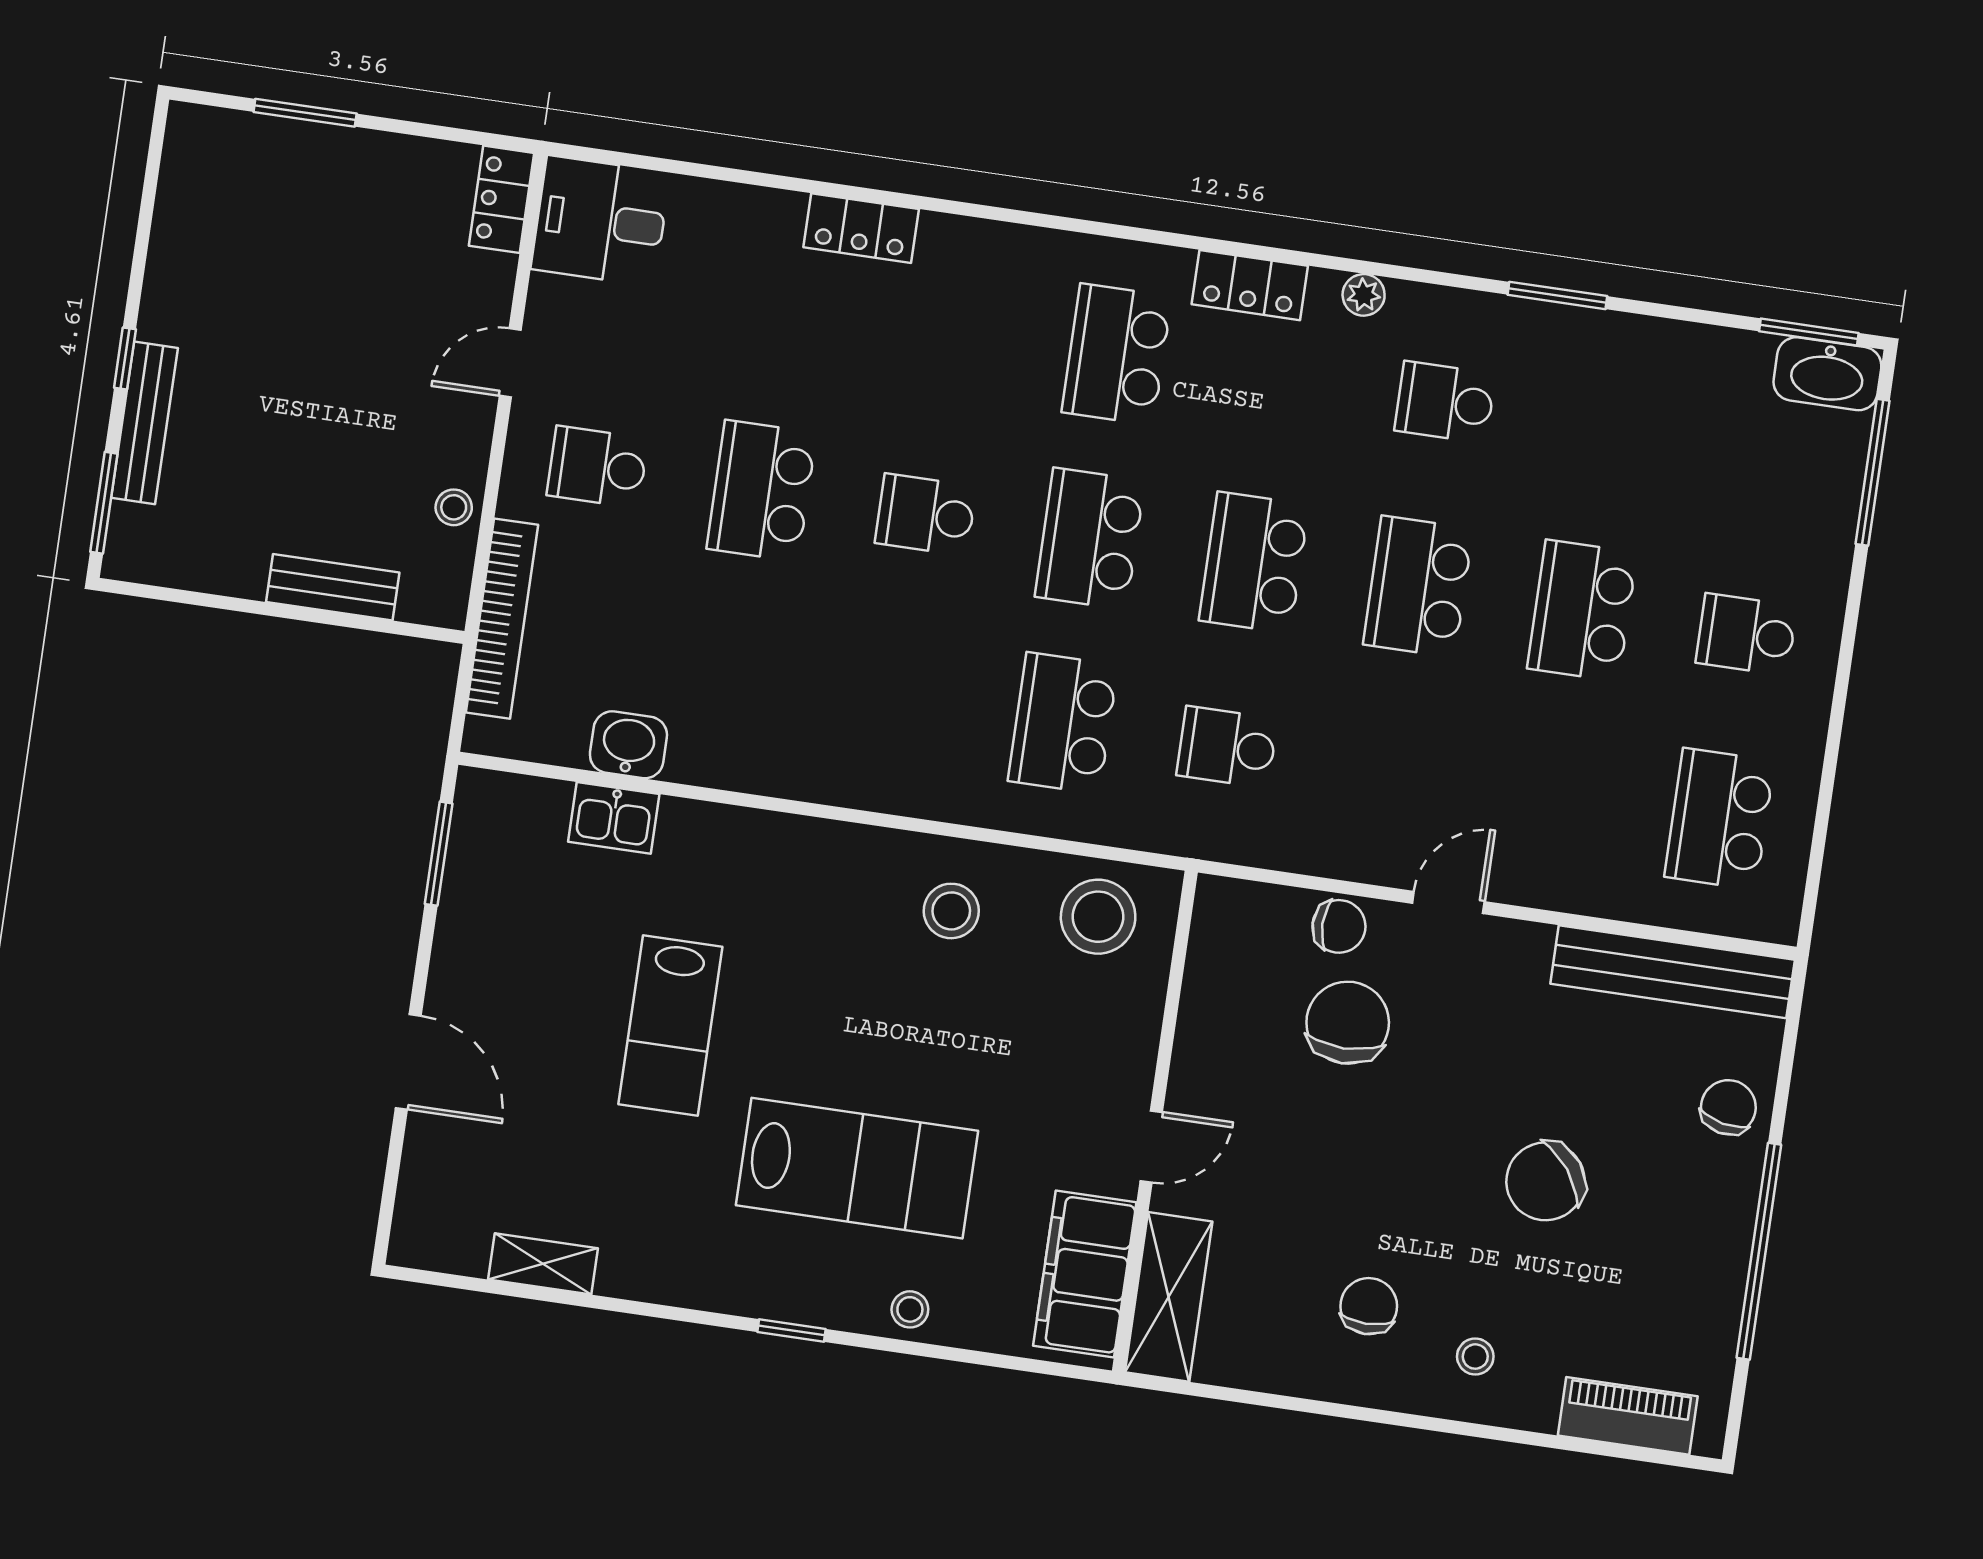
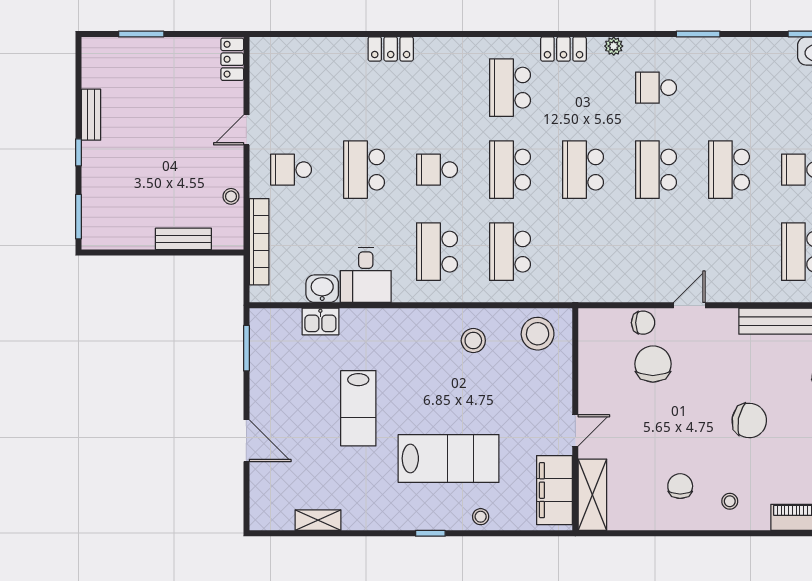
desk: (601, 221) -> (366, 275), moved, turned -90
bench: (144, 423) -> (91, 115), moved, width x0.73
school desk: (1227, 747) -> (437, 252), moved, width x1.85
chair: (1546, 1181) -> (749, 421), turned -132

